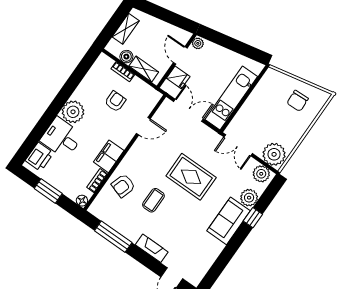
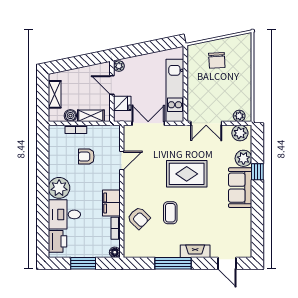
armchair: (115, 101) -> (86, 157), turned -90
chair: (298, 101) -> (217, 60), moved
plant: (274, 154) -> (239, 116), width x0.53, depth x0.53
armchair: (123, 186) -> (139, 218), turned -63
window: (113, 237) -> (173, 263), moved

